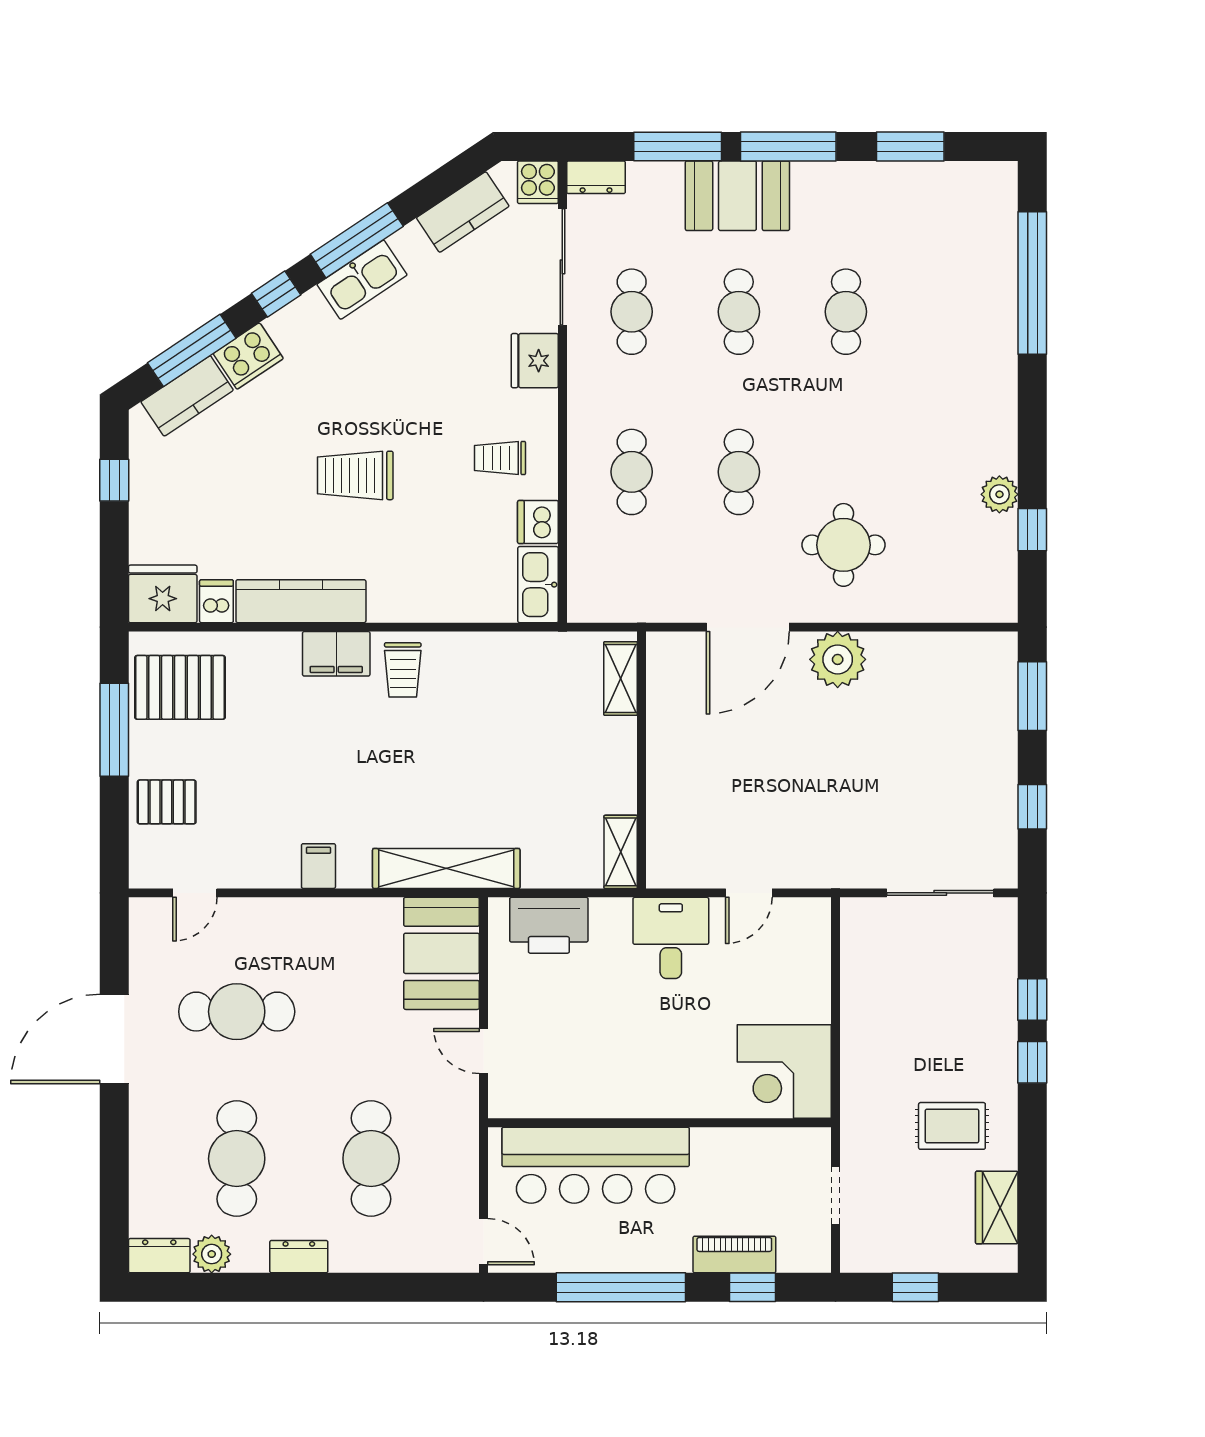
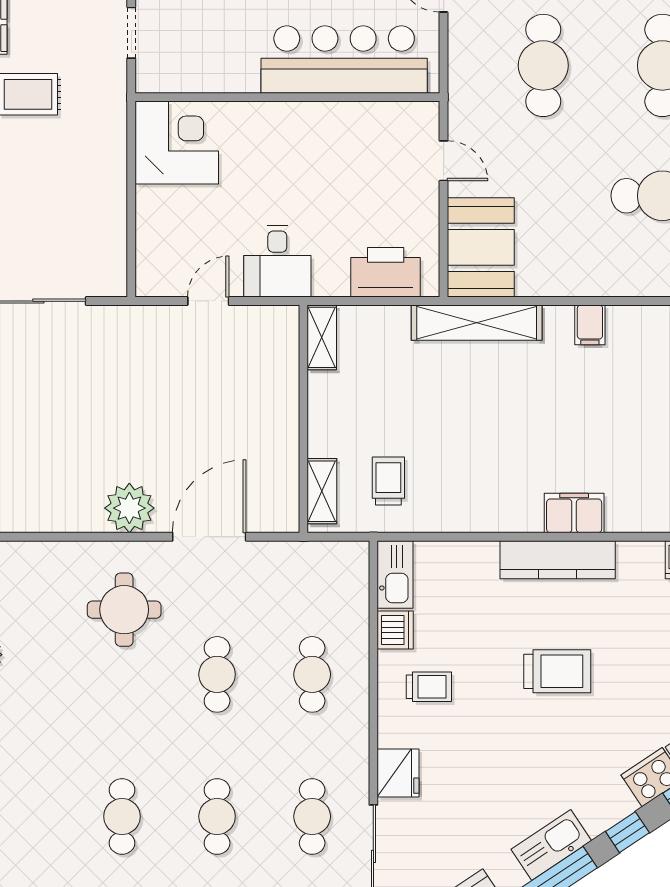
kitchen counter: (301, 601) -> (558, 560), moved
trolley: (403, 670) -> (388, 481), moved

